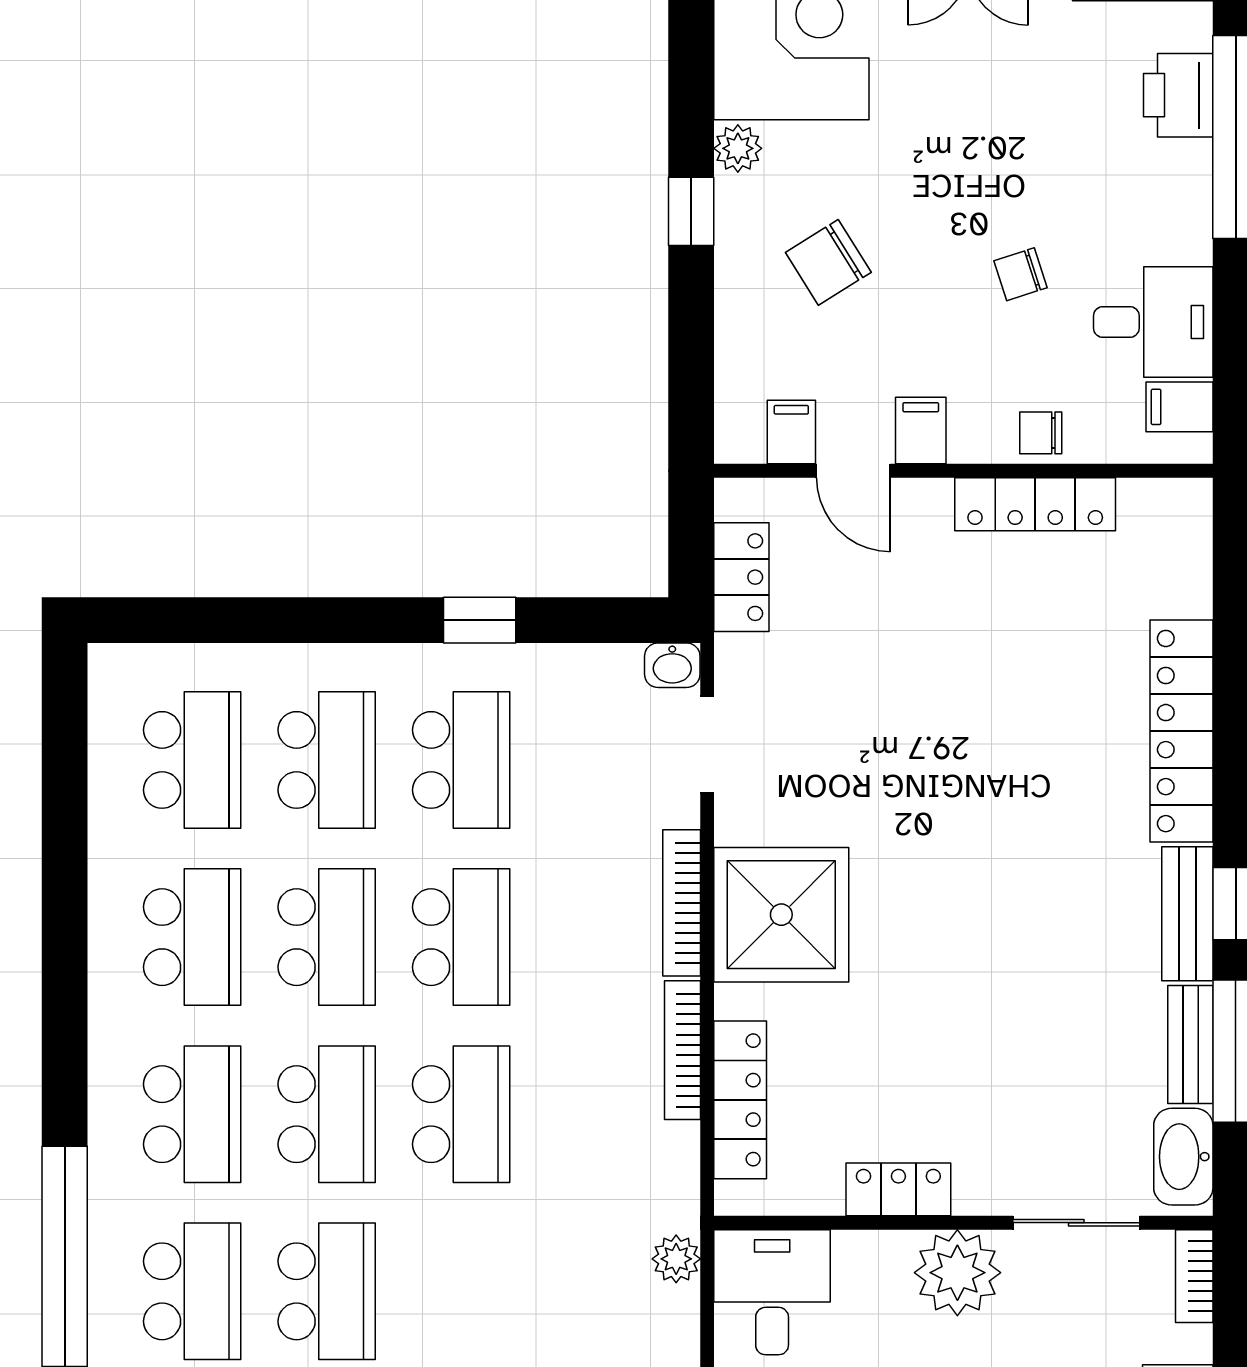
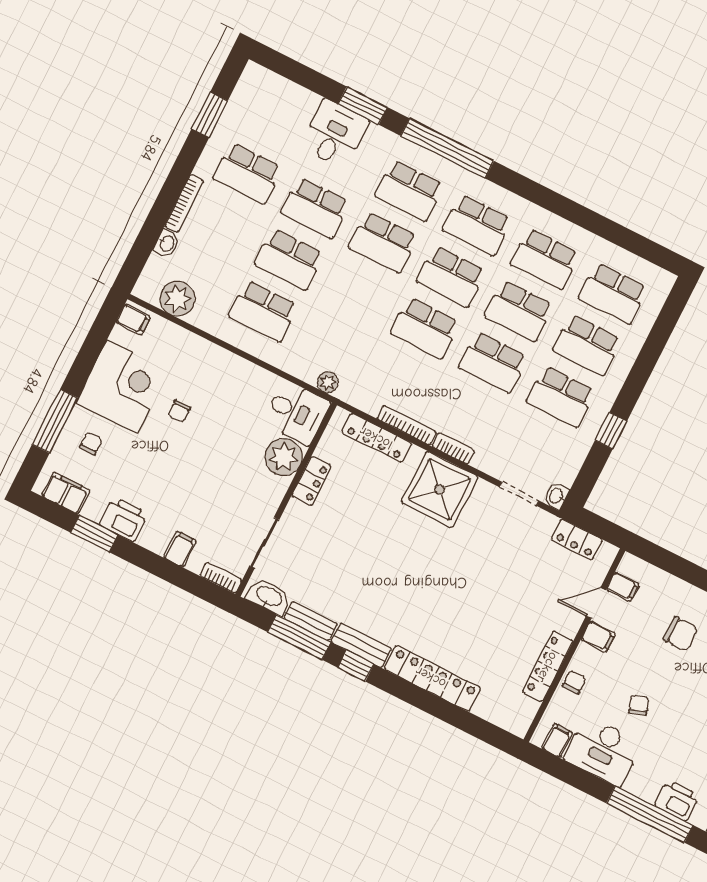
chair: (828, 262) -> (681, 634), turned 122
desk: (1153, 322) -> (603, 751), width x1.37
bookcase: (682, 903) -> (453, 448), width x0.64
plant: (957, 1273) -> (284, 457), moved

